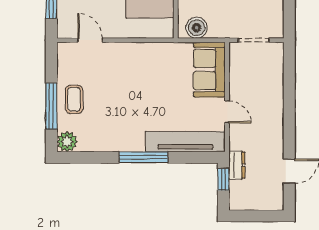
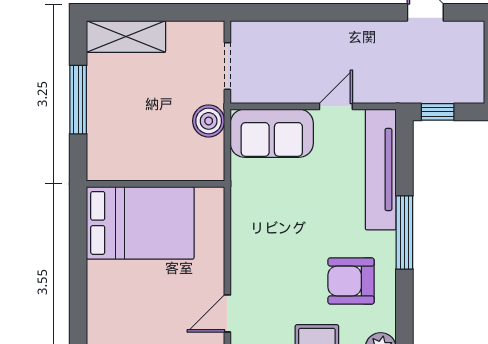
boiler: (197, 28) -> (209, 121), moved
armchair: (111, 122) -> (351, 281), added
dresser: (237, 165) -> (416, 92), removed

